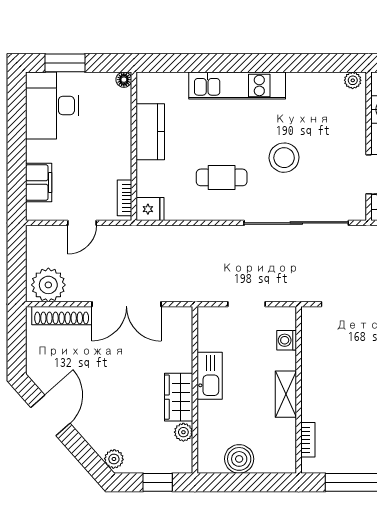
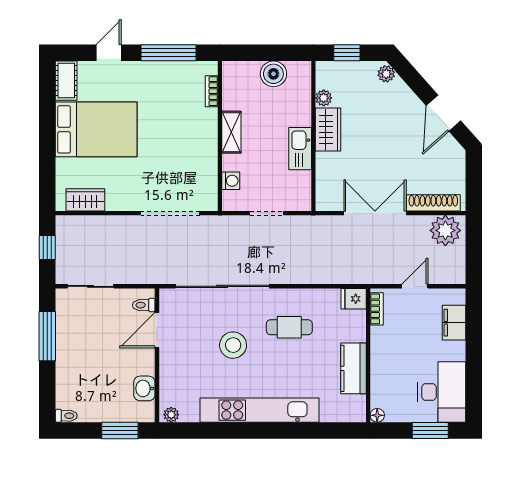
kitchen unit: (237, 85) -> (260, 410), width x1.36

